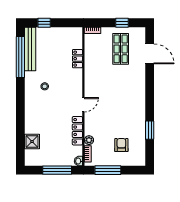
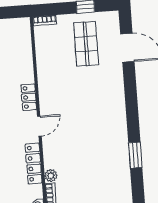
locker: (77, 59) -> (29, 97), moved
armchair: (121, 145) -> (97, 179), removed

